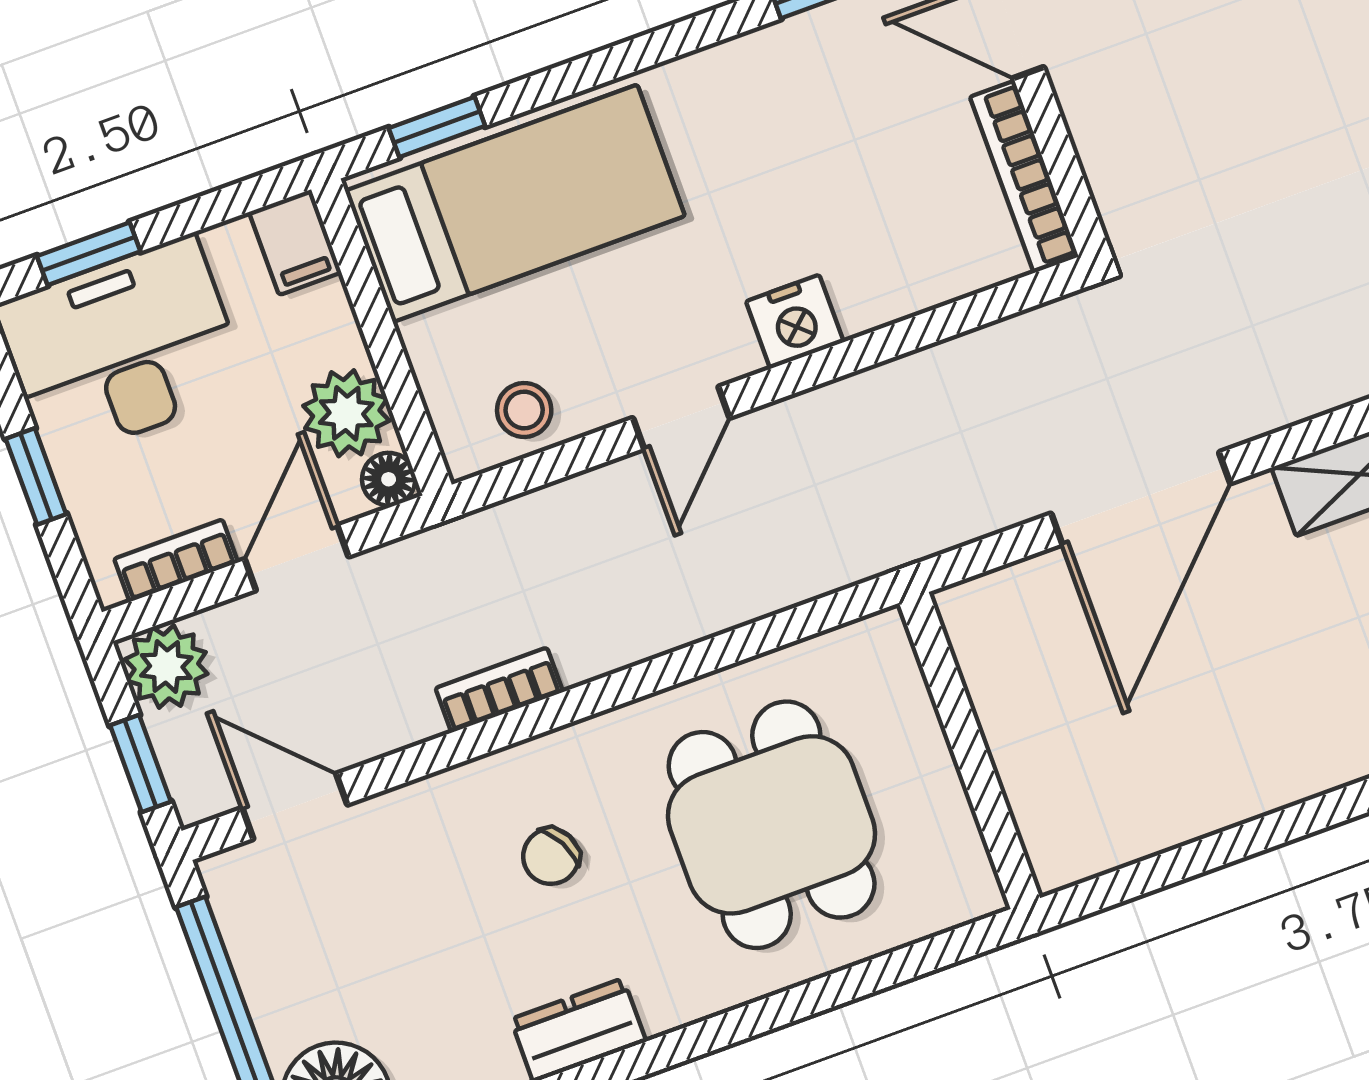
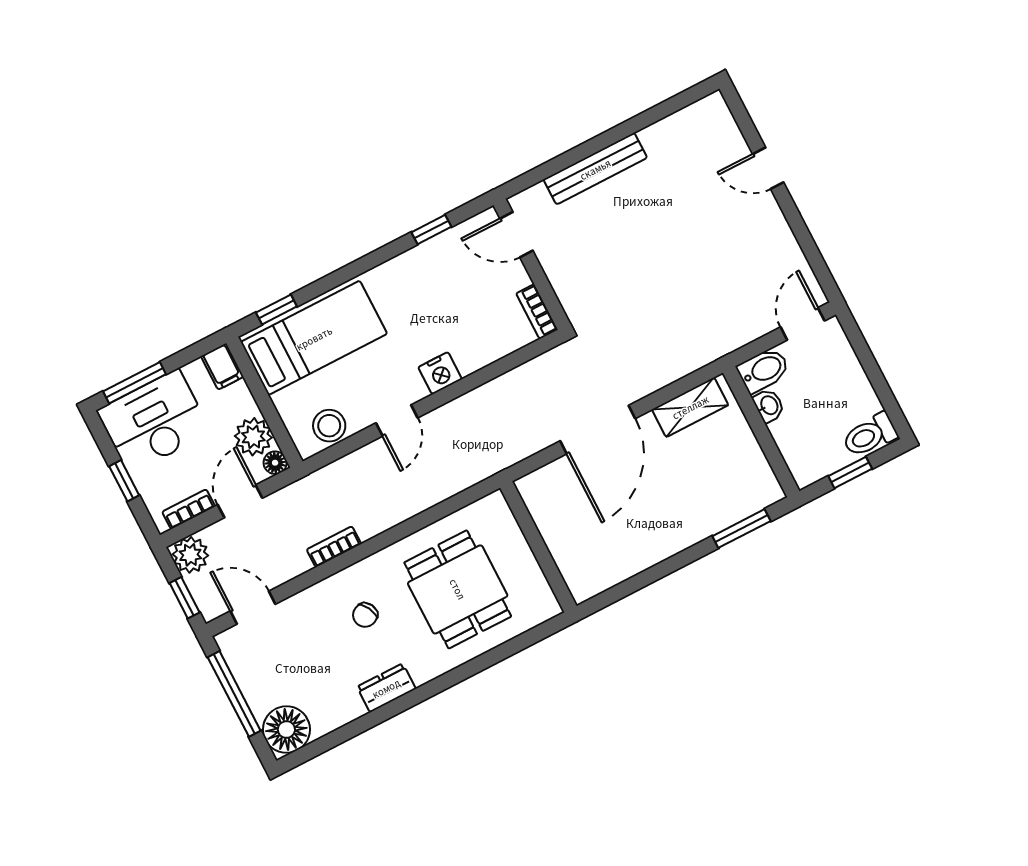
bookcase: (1024, 177) -> (537, 311), width x0.64
window: (89, 254) -> (135, 383), width x1.50
stool: (524, 410) -> (329, 426), width x1.37, depth x1.37

